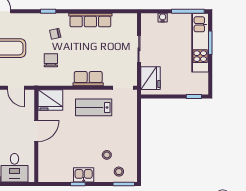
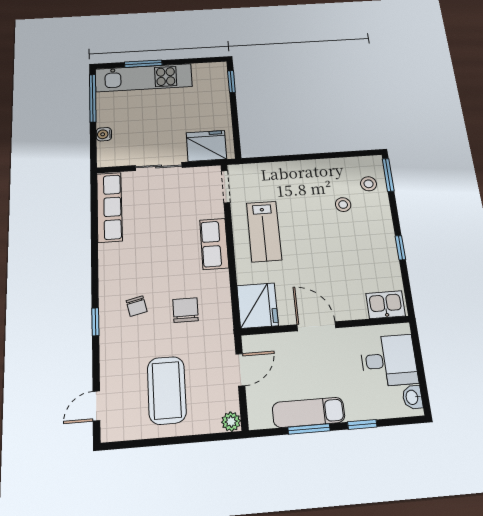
row of seats: (90, 20) -> (109, 207), moved
chair: (51, 60) -> (186, 310), turned 90
kitchen sink: (84, 175) -> (386, 305), moved, turned 90

